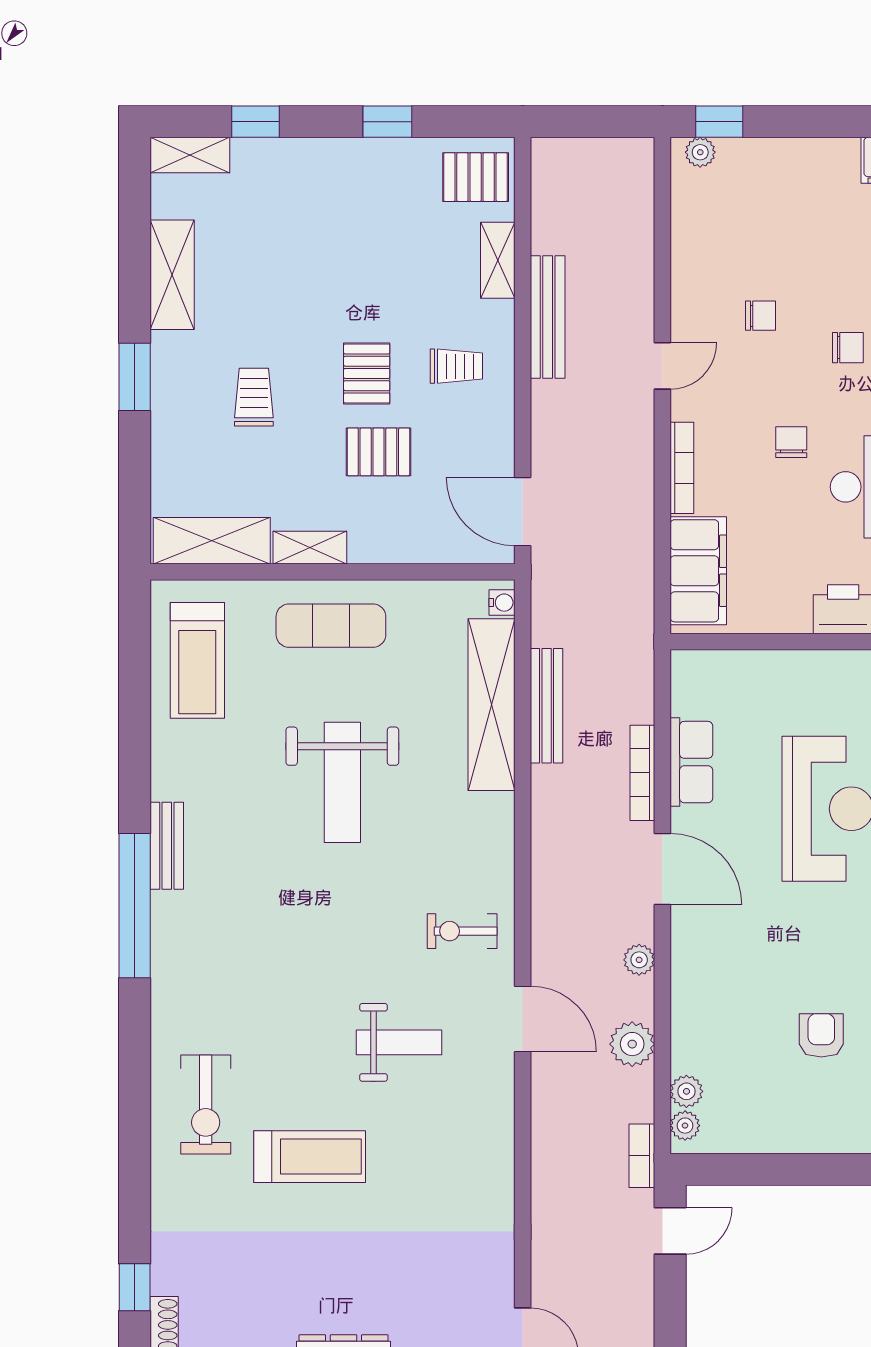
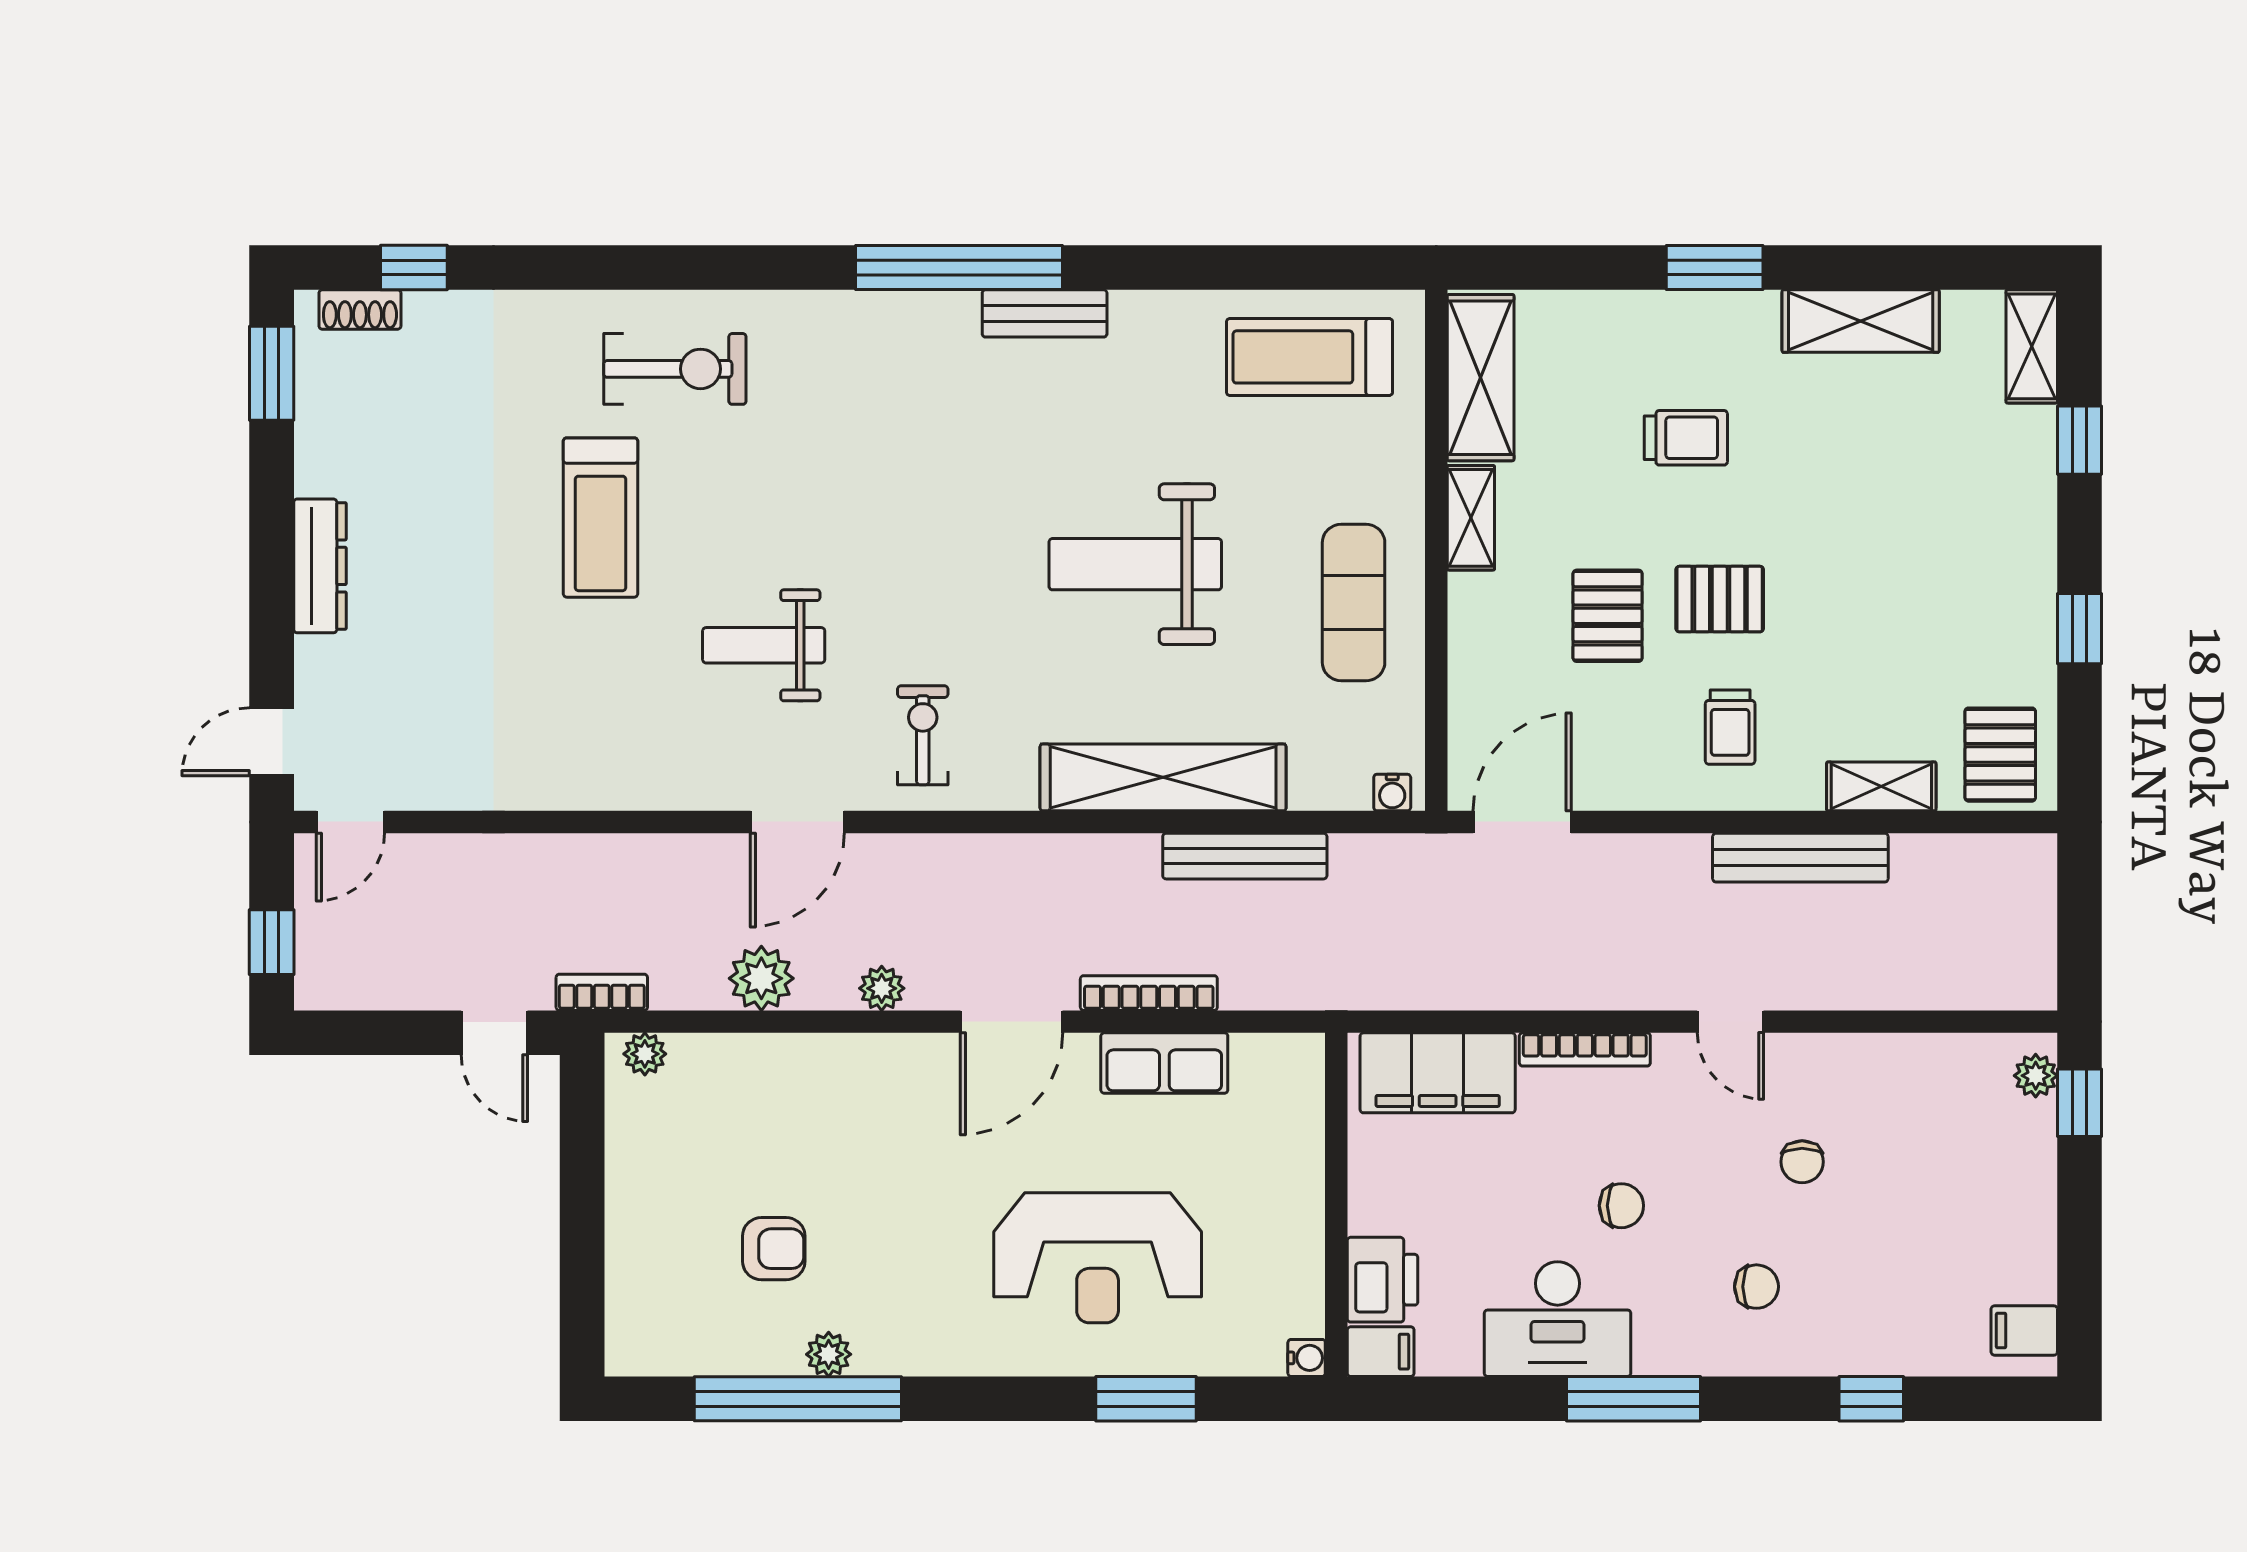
chair: (848, 348) -> (1756, 1287), turned -90
exercise mat: (331, 626) -> (1354, 603), moved
shelving: (492, 705) -> (1163, 777), moved
weight bench: (399, 1042) -> (764, 645), turned 90
plant: (686, 1091) -> (694, 1056), removed
exercise bike: (206, 1105) -> (675, 369), turned 180

